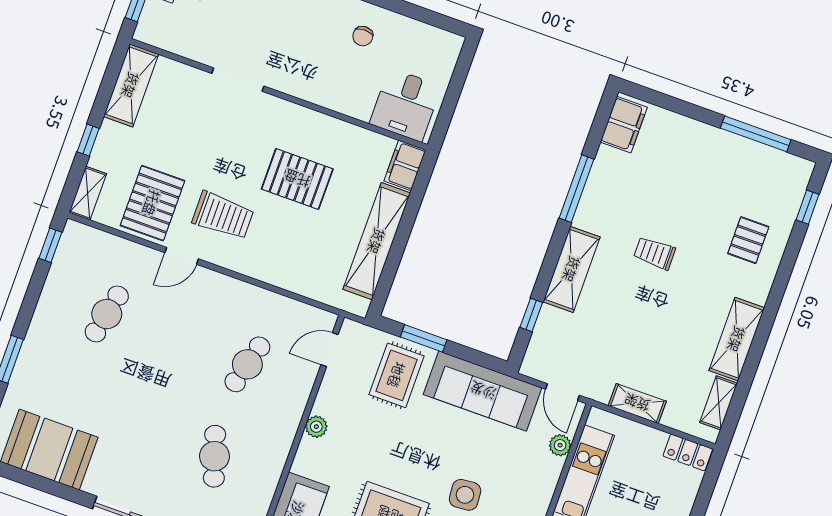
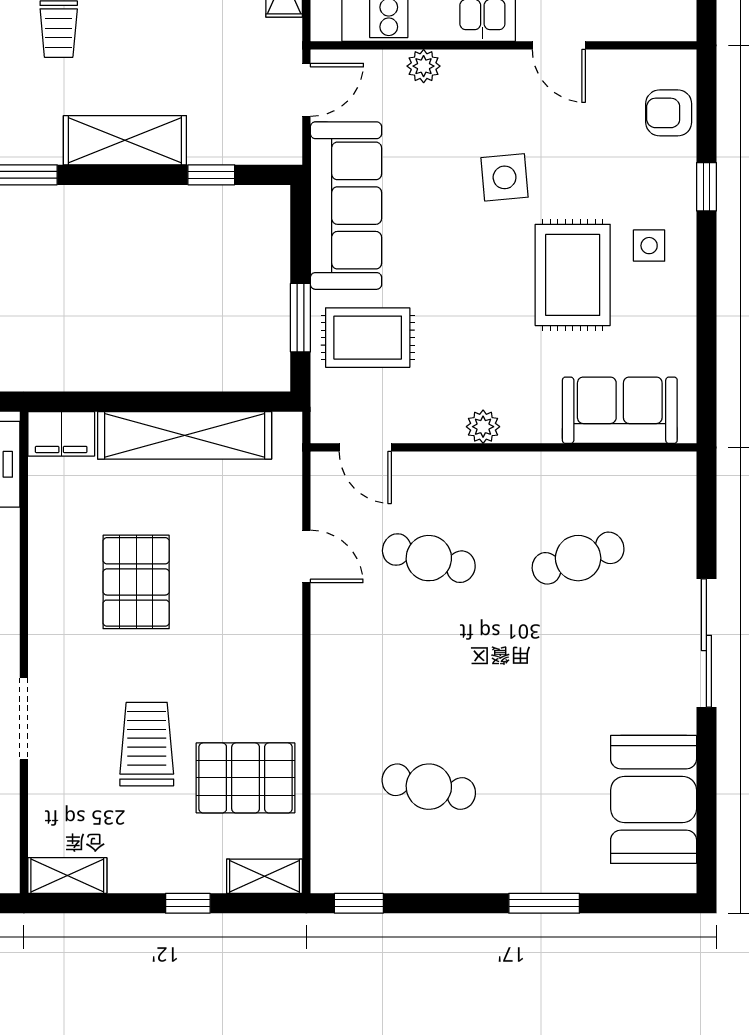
shelving: (131, 85) -> (67, 875), width x0.67, depth x0.75
trolley: (223, 216) -> (147, 744), moved
door: (182, 256) -> (306, 556), moved
plant: (560, 445) -> (424, 66), moved

